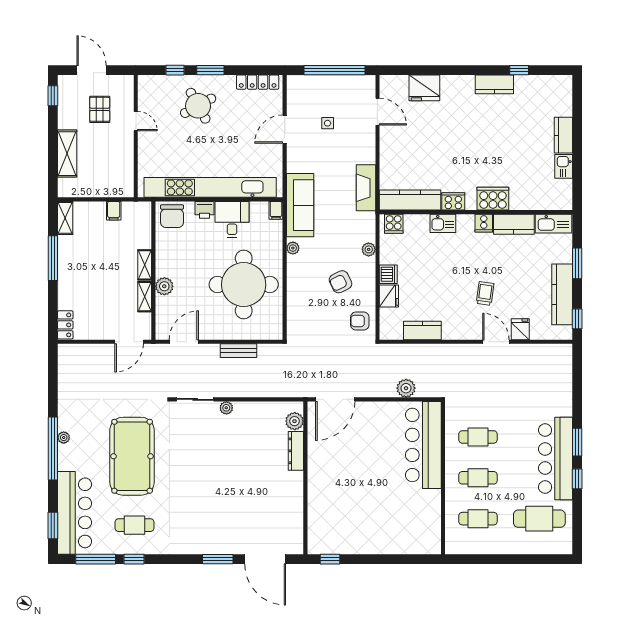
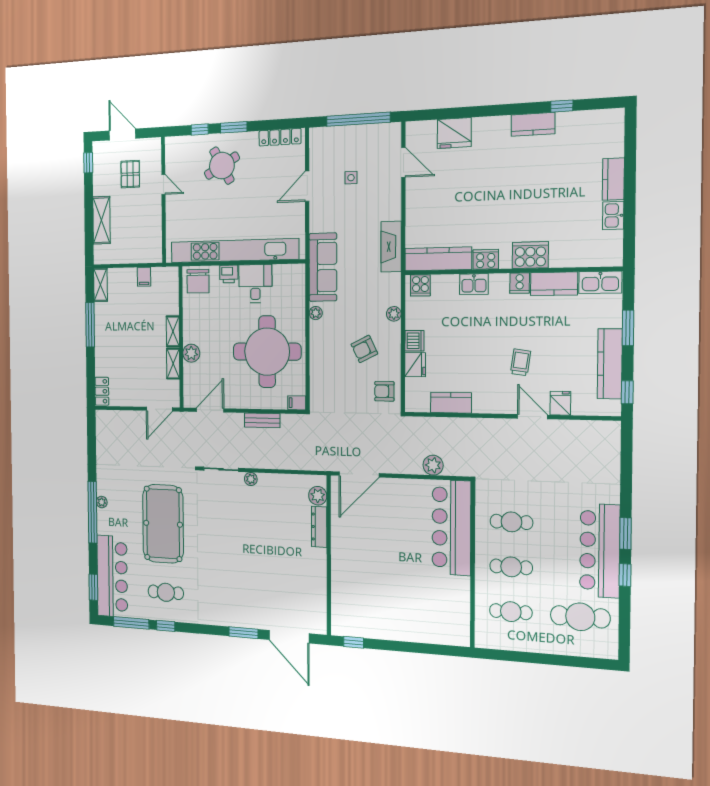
filing cabinet: (276, 210) -> (297, 403), moved, turned 90

